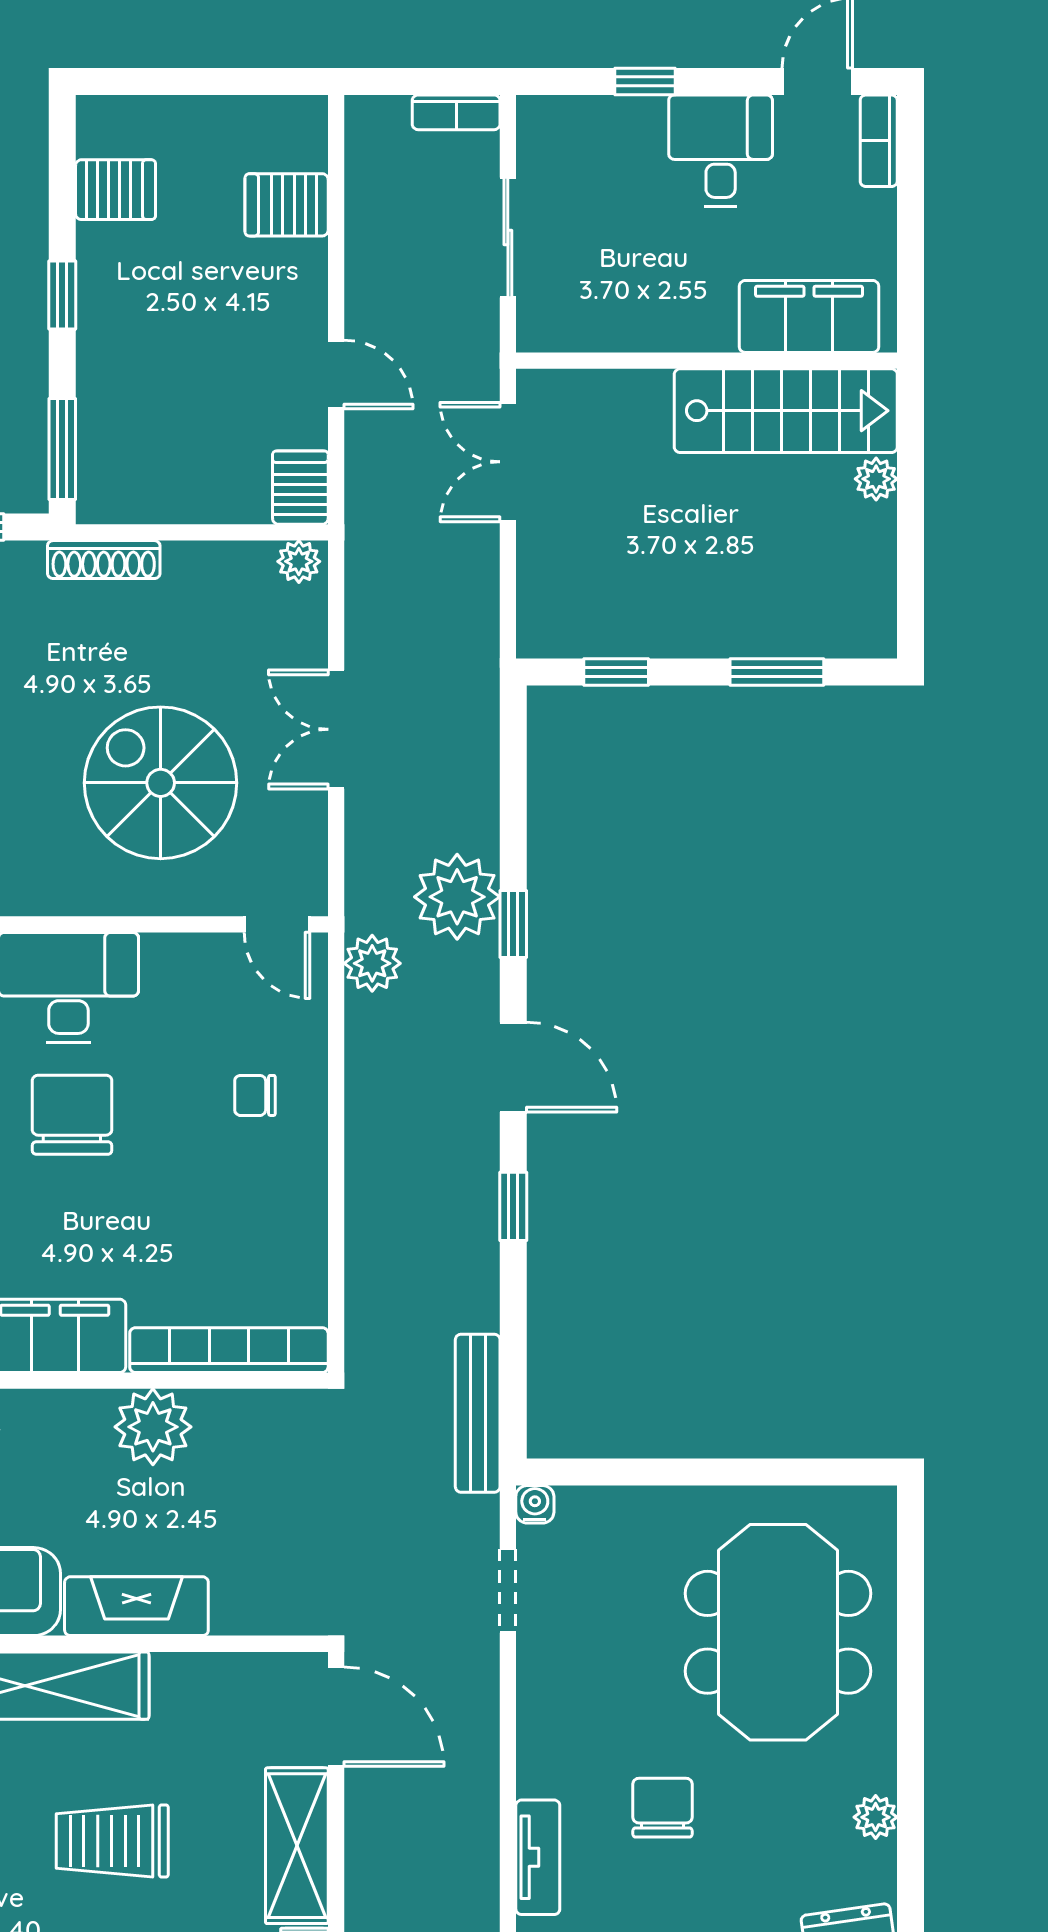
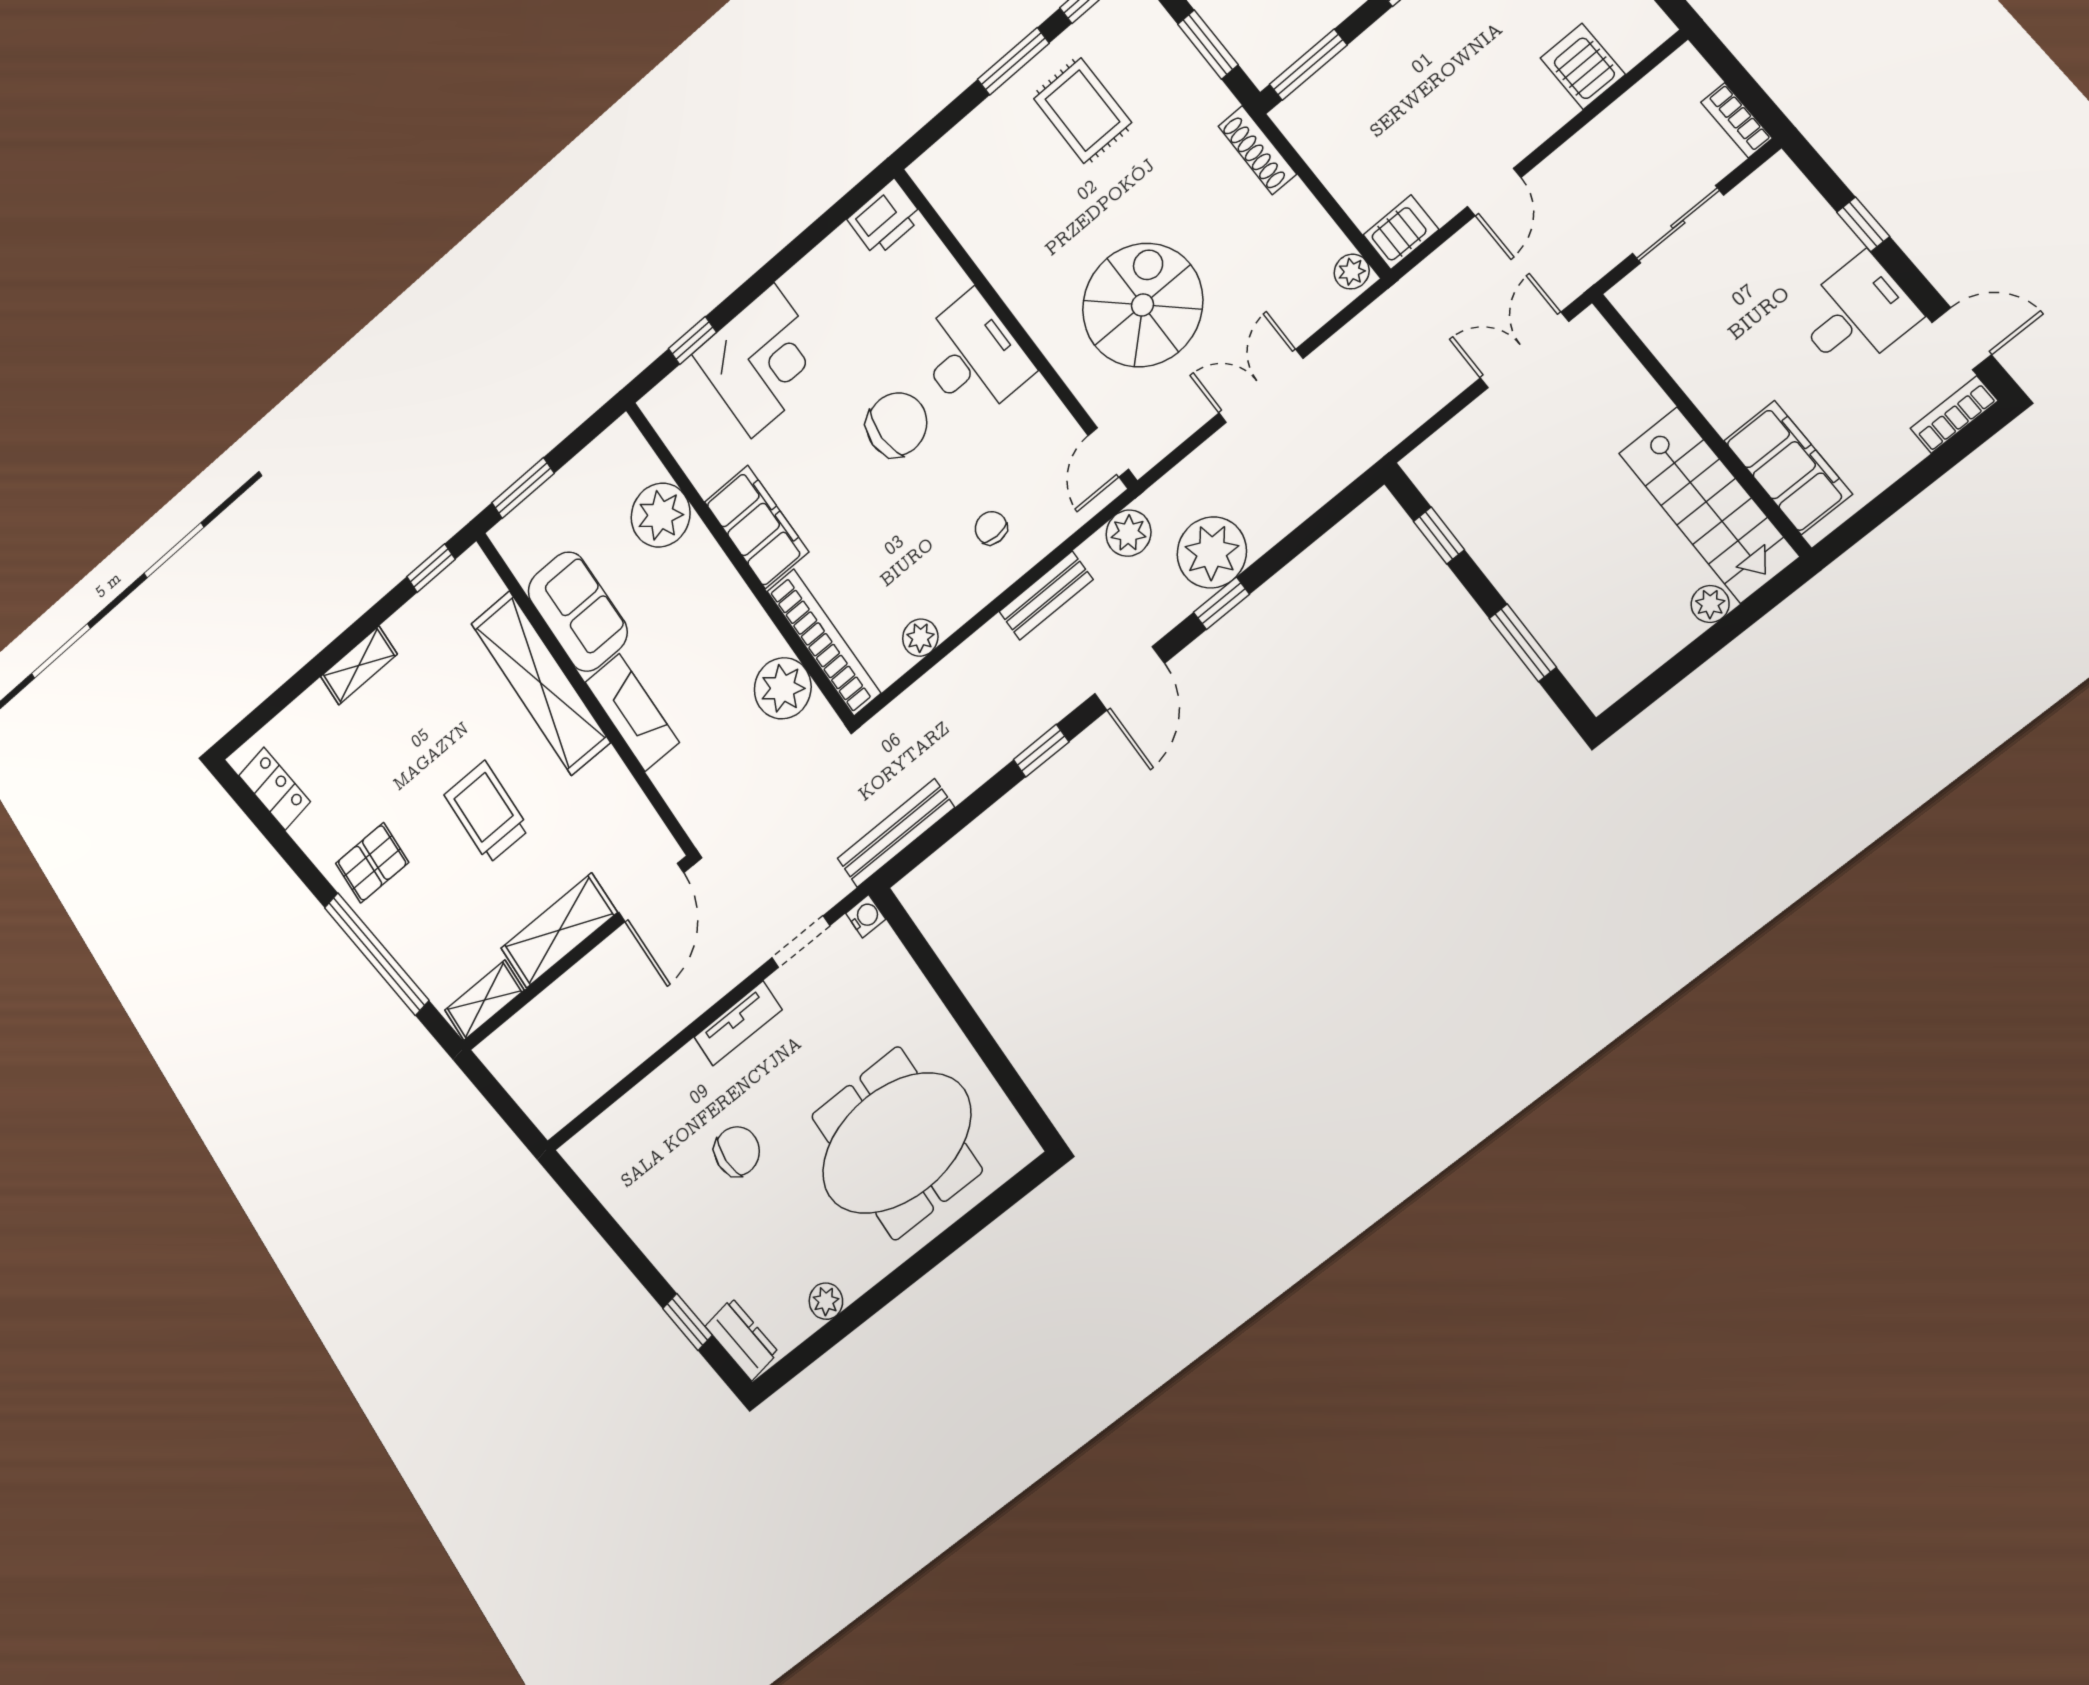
bench: (366, 1090) -> (1046, 596), added
plant: (305, 1247) -> (920, 638), added
plant: (153, 1427) -> (783, 688), moved
tv unit: (538, 1857) -> (738, 1023), moved

